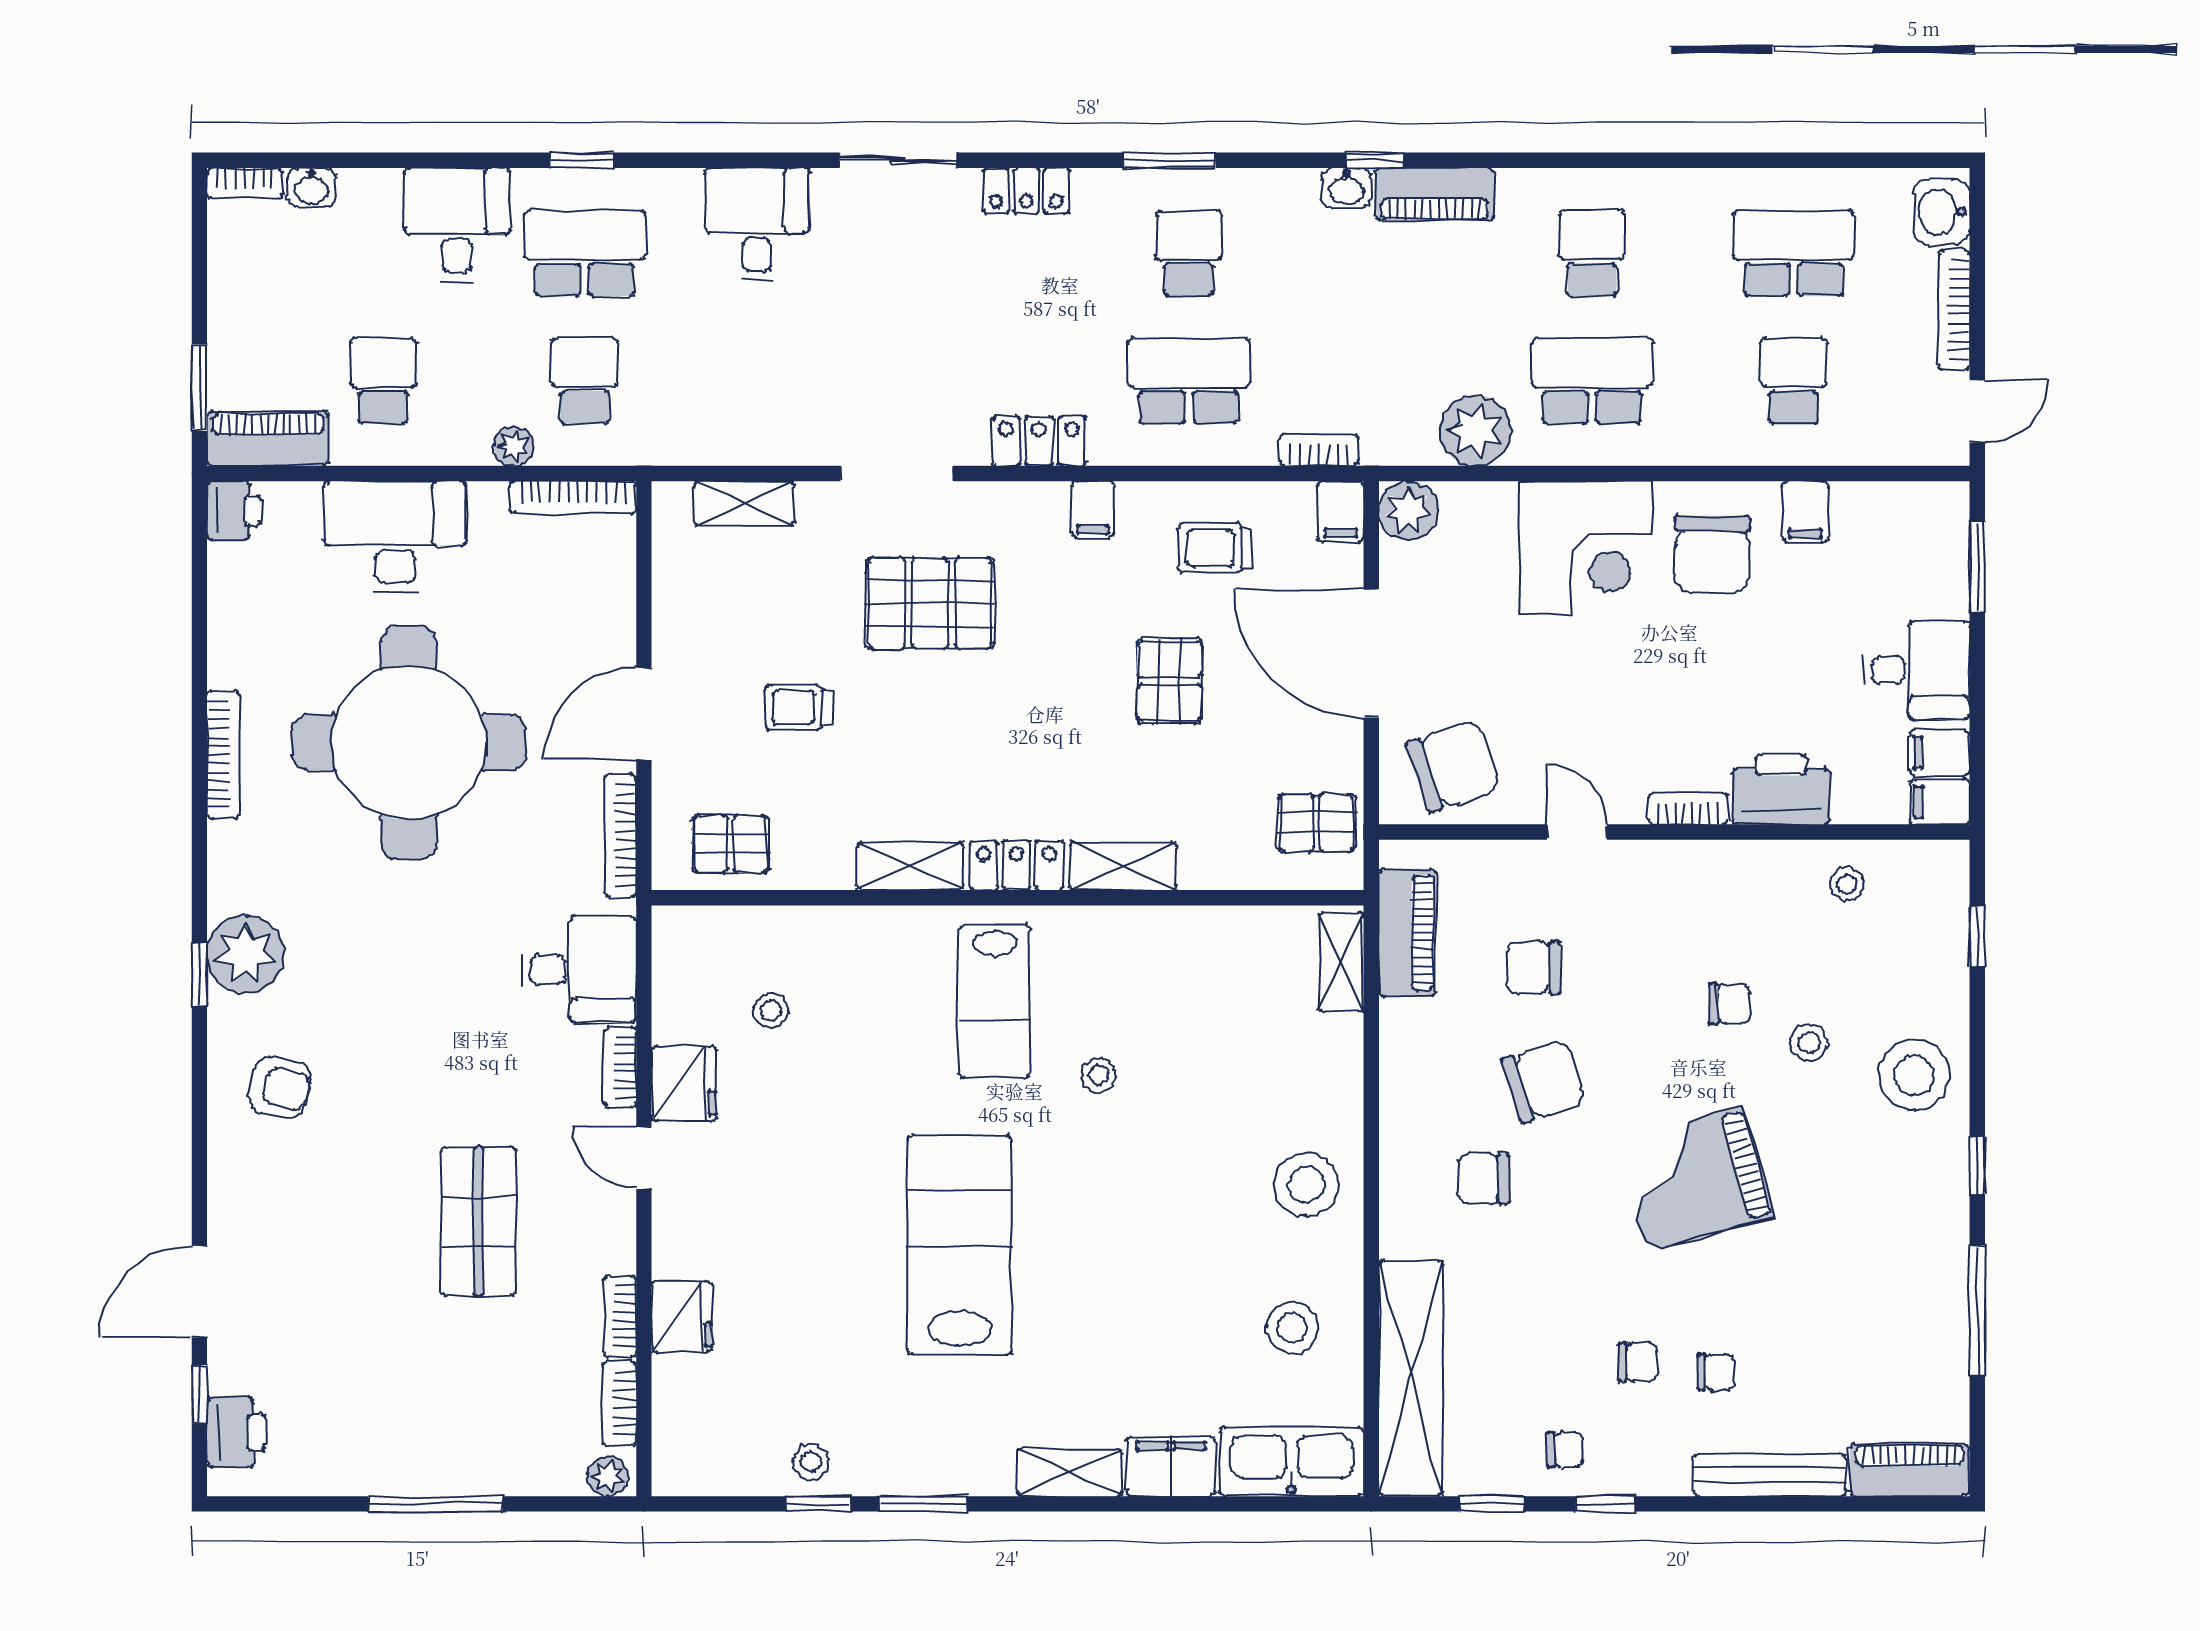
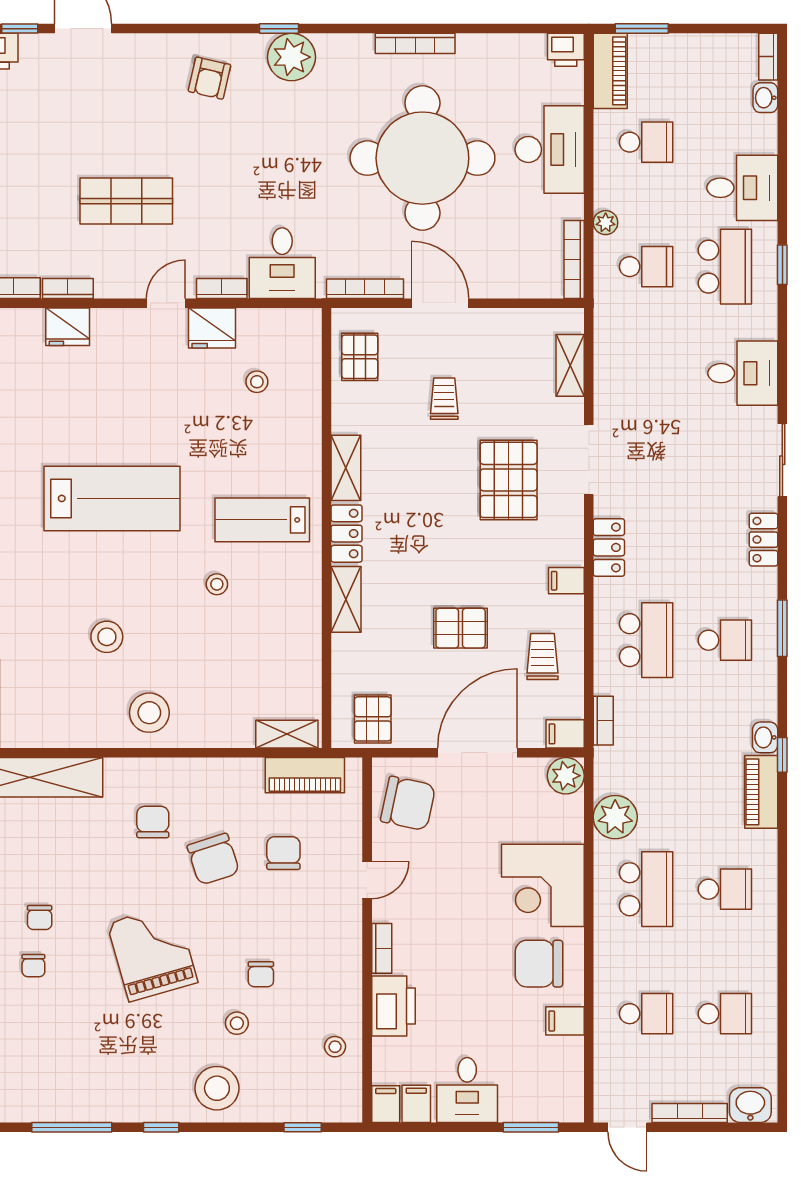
school desk: (1794, 253) -> (725, 1014), width x0.54
chair: (1453, 766) -> (408, 803), turned -59
stool: (1292, 1328) -> (107, 637), moved

